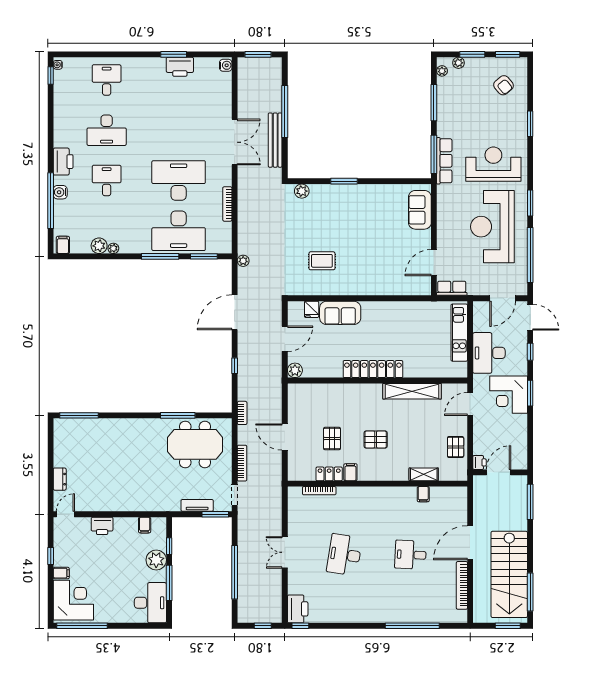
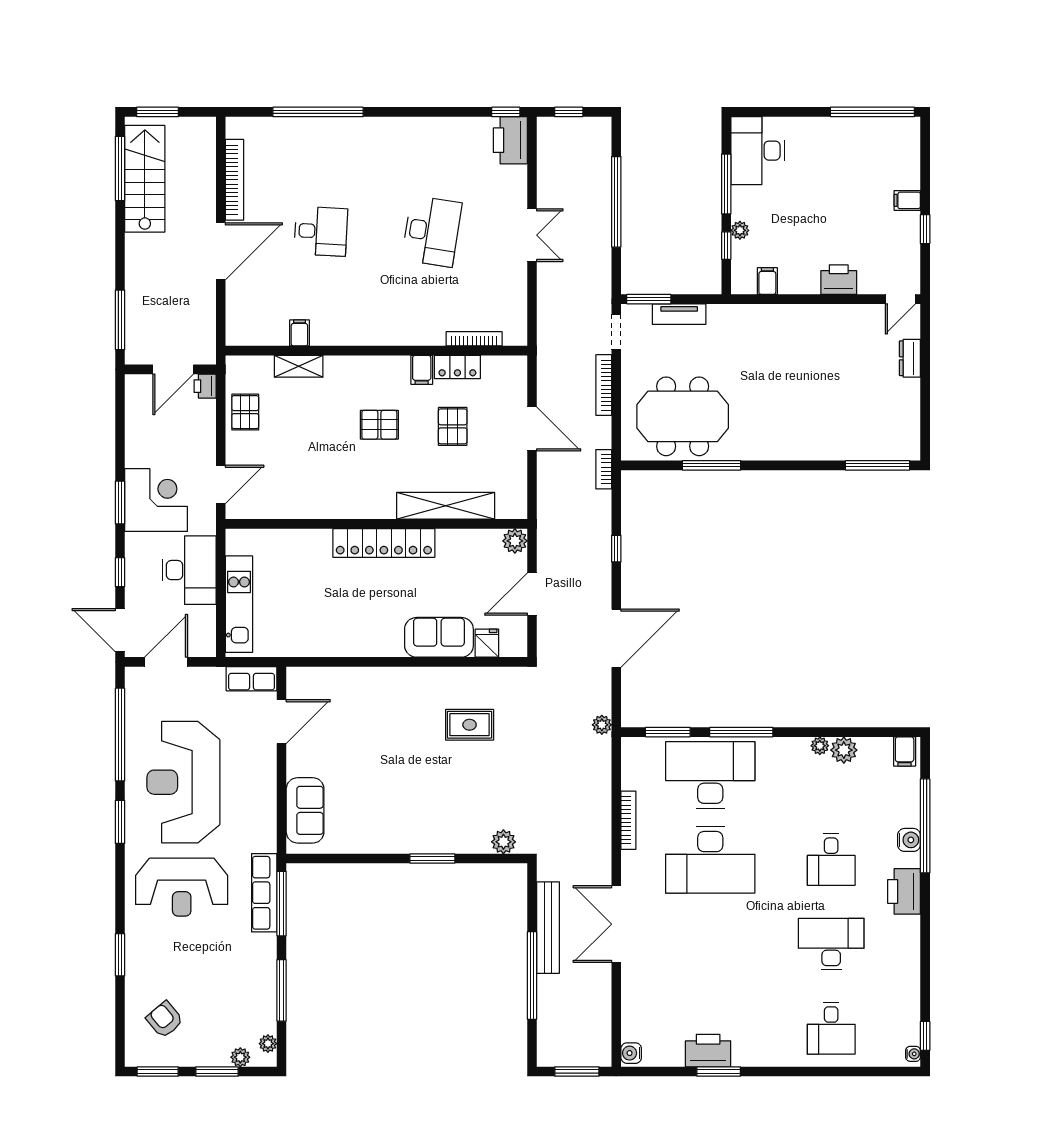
reception desk: (492, 227) -> (183, 782), turned 180
shelving: (412, 391) -> (446, 506), moved
plant: (156, 560) -> (740, 230), width x0.53, depth x0.53
stairs: (509, 574) -> (145, 179), width x0.73, depth x0.66
corner desk: (73, 600) -> (887, 155), removed

